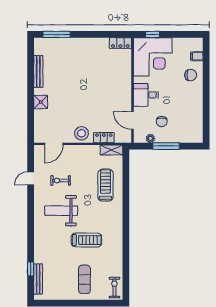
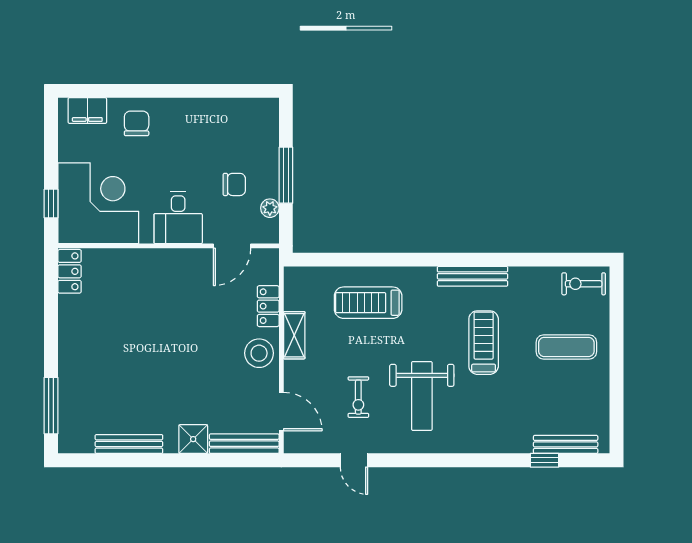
filing cabinet: (197, 56) -> (87, 111), width x2.00
bench: (38, 126) -> (244, 444), added
shelving: (111, 150) -> (294, 335), moved
bench: (118, 235) -> (472, 276), added

